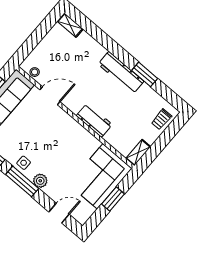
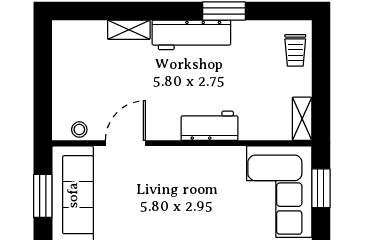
shelving: (70, 25) -> (129, 30), moved
window: (113, 199) -> (321, 188), moved

